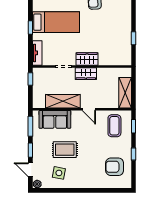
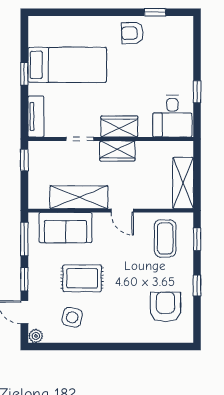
desk: (119, 53) -> (172, 116), added
armchair: (115, 167) -> (165, 307), turned 90

